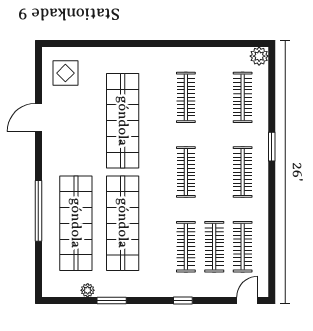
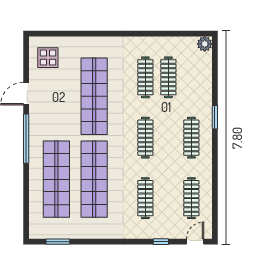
clothes rail: (243, 97) -> (168, 77), moved
window: (38, 211) -> (26, 139), moved
clothes rail: (214, 247) -> (168, 198), removed
plant: (88, 290) -> (66, 233), removed
window: (112, 301) -> (58, 242), moved
window: (183, 301) -> (161, 242), moved

